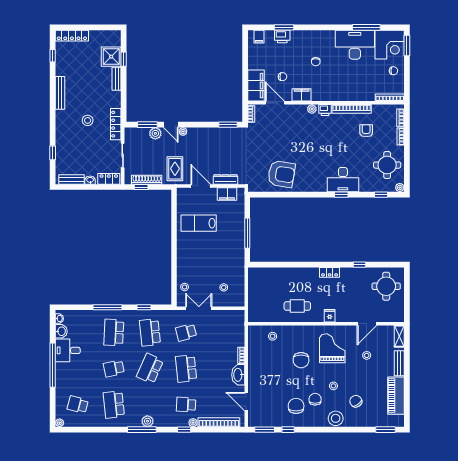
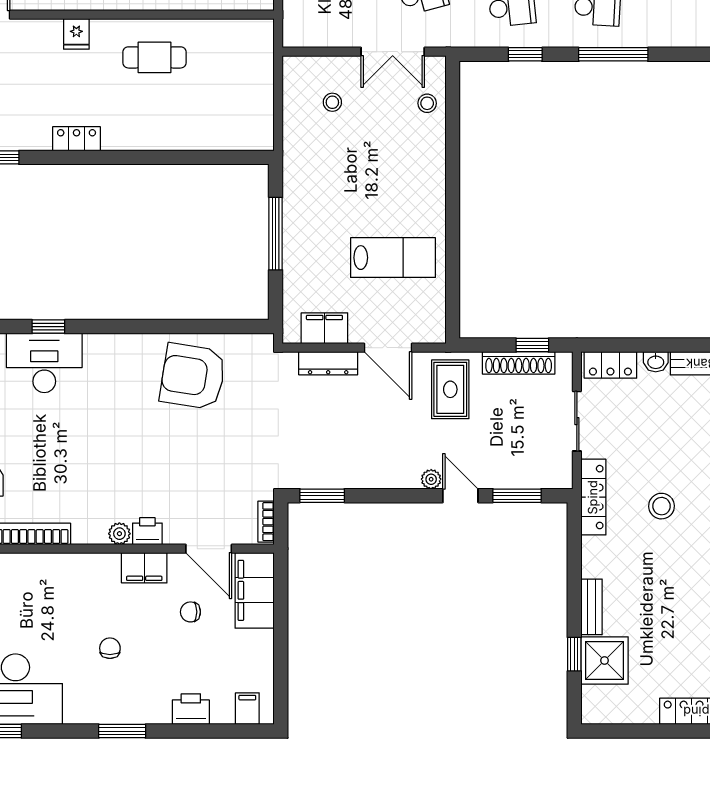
window: (284, 27) -> (122, 731), moved
printer: (325, 110) -> (147, 531), moved
plant: (155, 133) -> (498, 475), removed

